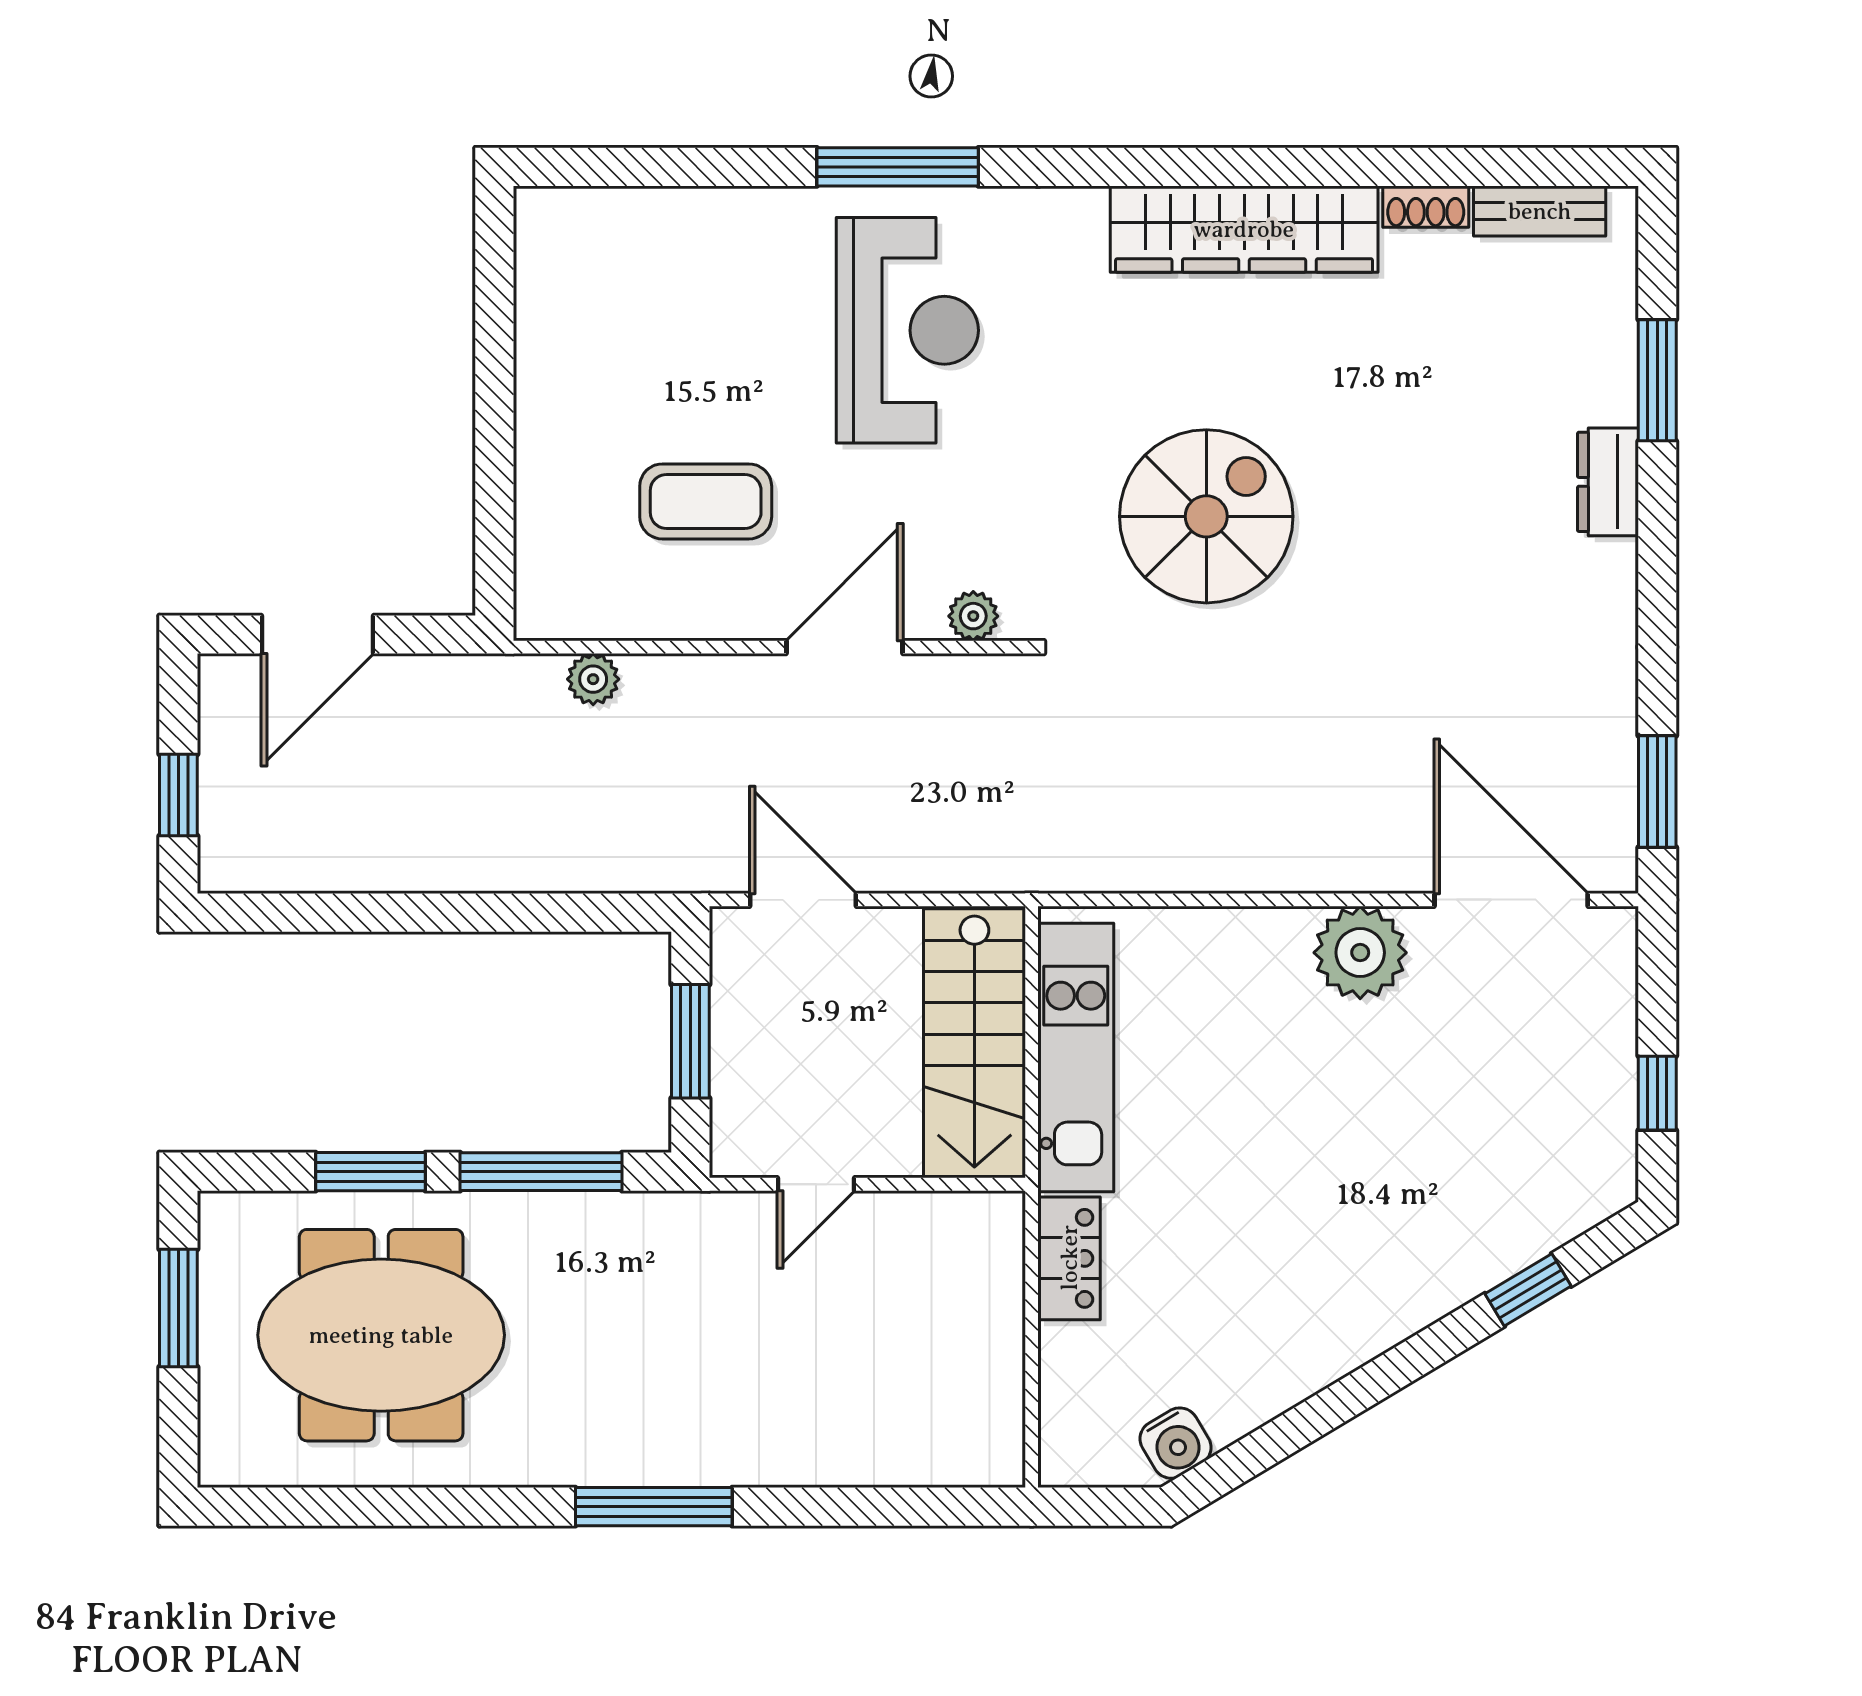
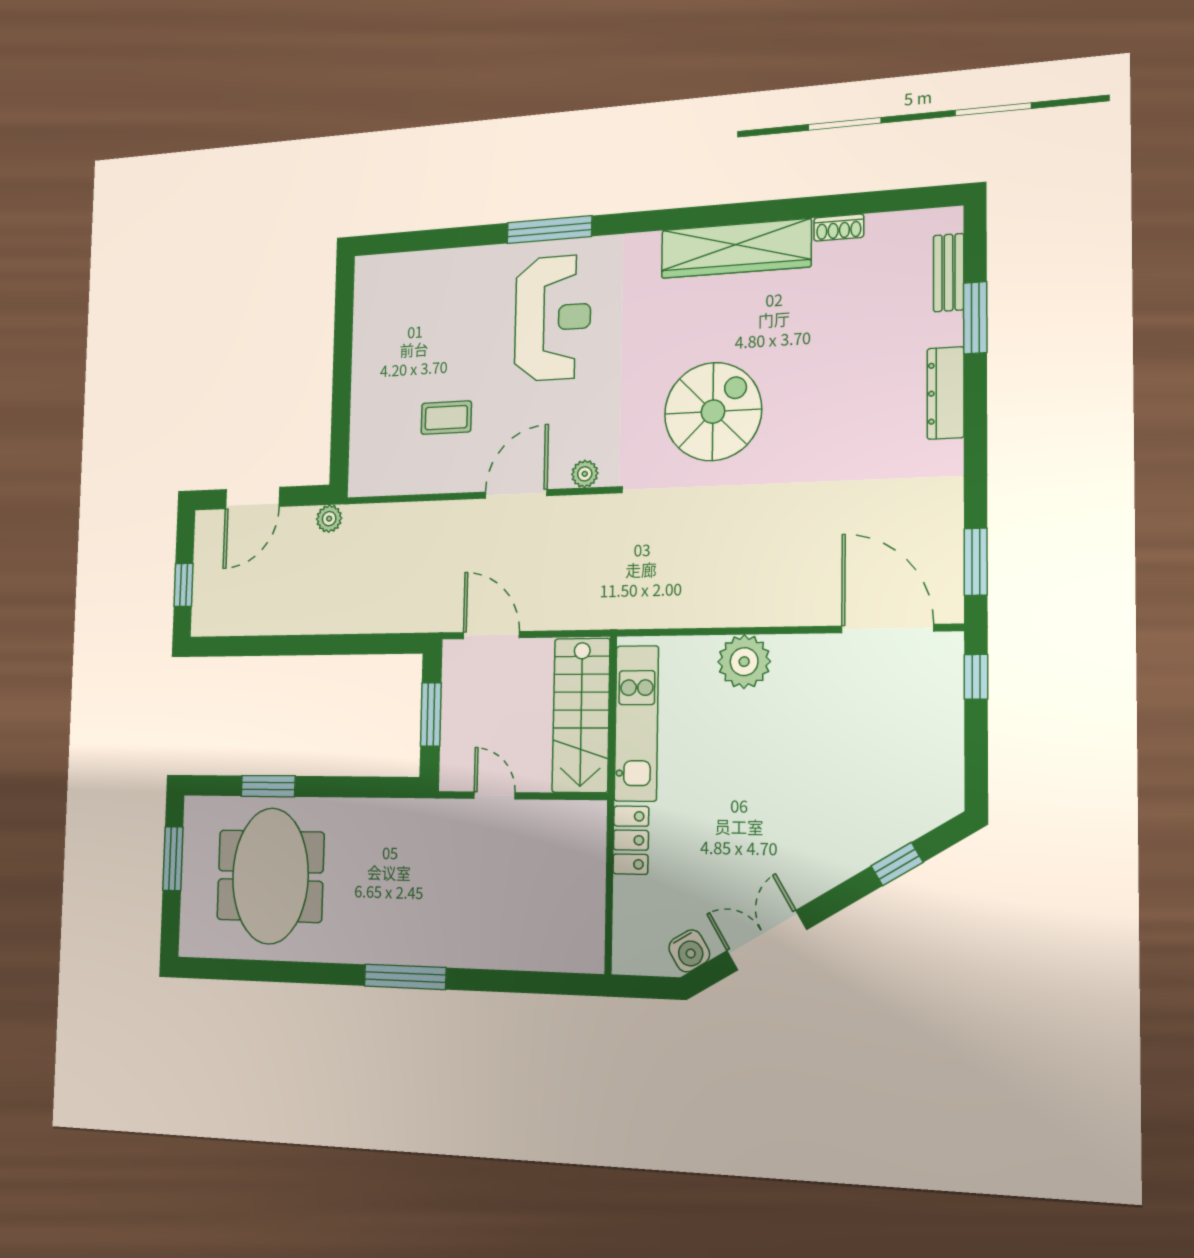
bench: (1540, 211) -> (949, 273), moved, turned 90
dresser: (1608, 482) -> (946, 393), width x1.44
coffee table: (706, 501) -> (446, 418), width x0.73, depth x0.77
plant: (593, 679) -> (329, 519), moved
plant: (1360, 953) -> (744, 662), moved
window: (1657, 1093) -> (976, 677), moved
window: (541, 1172) -> (353, 787), removed
door: (816, 1184) -> (495, 795), swing flipped
meeting table: (381, 1335) -> (270, 876), turned 90
double door: (1310, 1421) -> (767, 940), added

